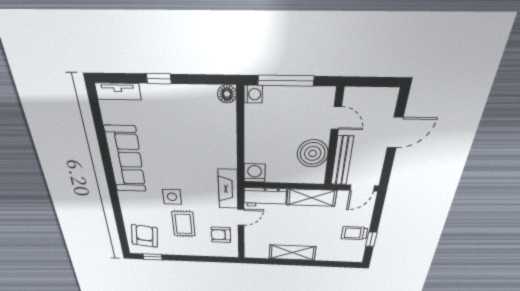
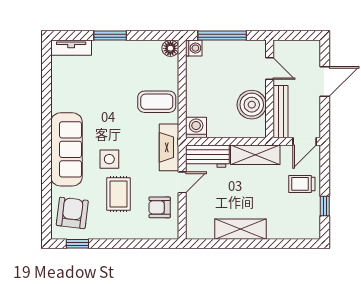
window: (159, 79) -> (110, 36), width x1.50
coffee table: (214, 148) -> (157, 102), added
sofa: (126, 160) -> (67, 149), moved
trolley: (354, 233) -> (302, 184), moved

